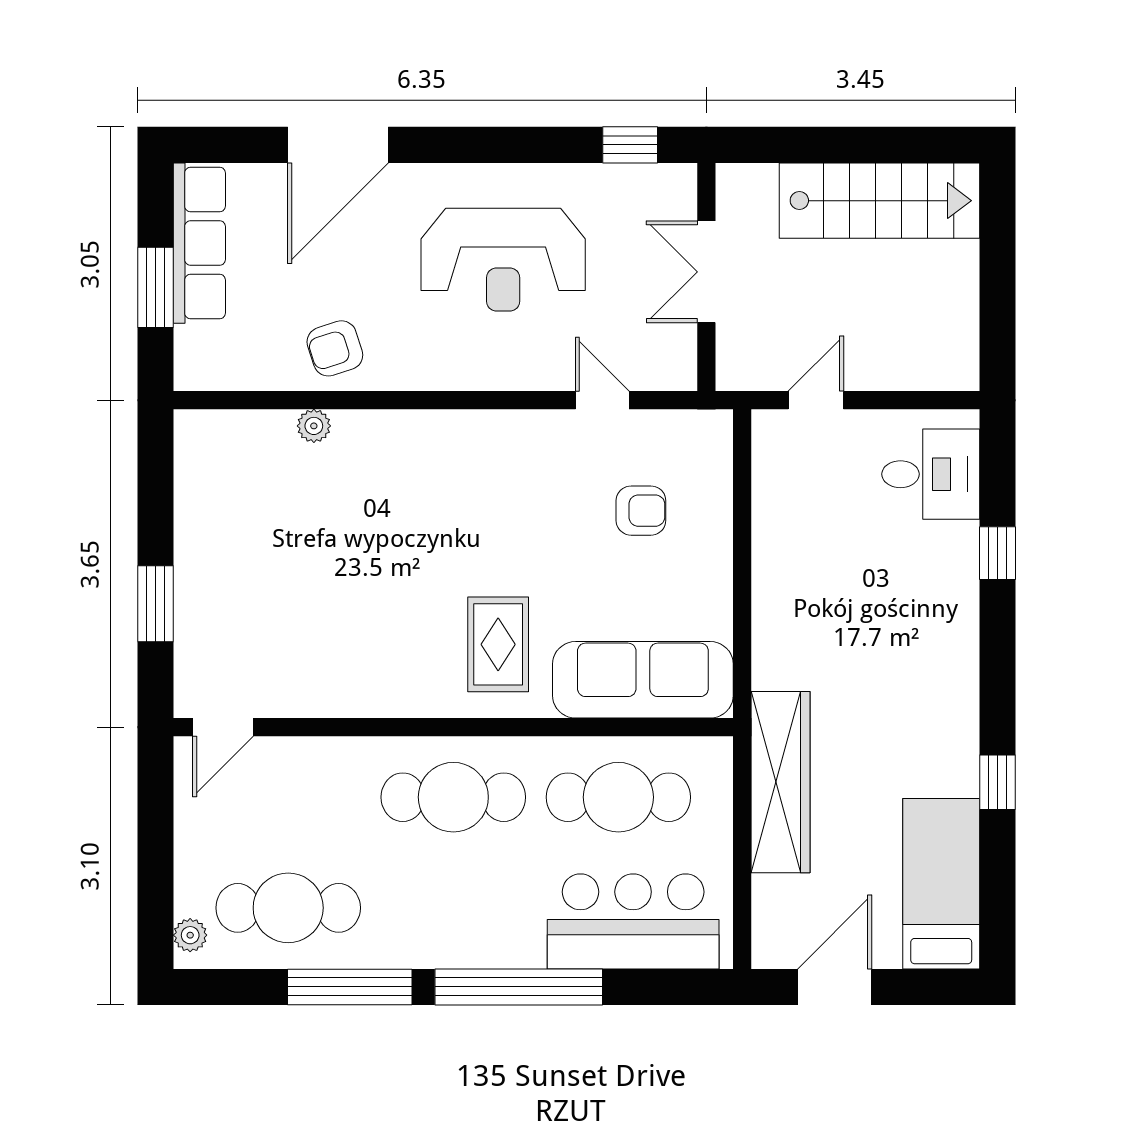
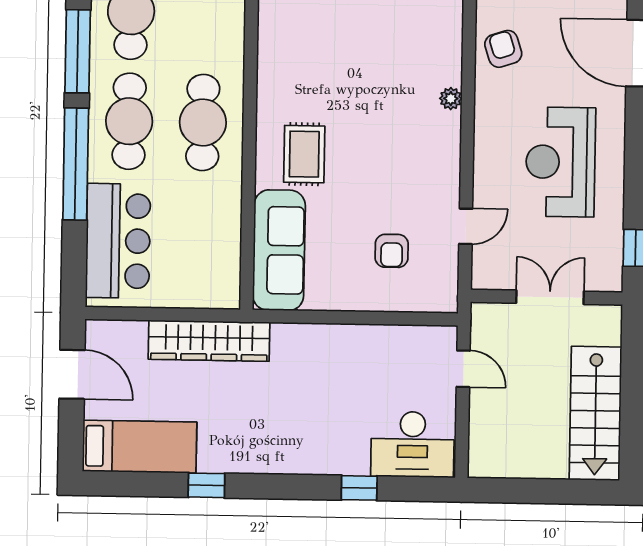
plant: (314, 426) -> (451, 99), moved
desk: (931, 474) -> (413, 444), width x1.37
rug: (498, 644) -> (304, 154), turned 90
cafe table: (618, 797) -> (129, 121), moved

